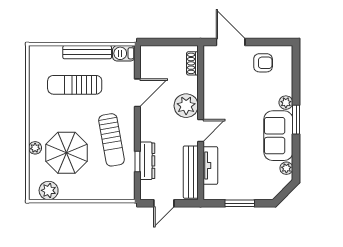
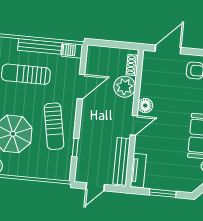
door: (231, 42) -> (168, 49), hinge flipped
plant: (186, 106) -> (125, 87), moved
floor lamp: (211, 107) -> (145, 106), added
dresser: (147, 161) -> (84, 148), removed
tv unit: (210, 165) -> (138, 170), moved

